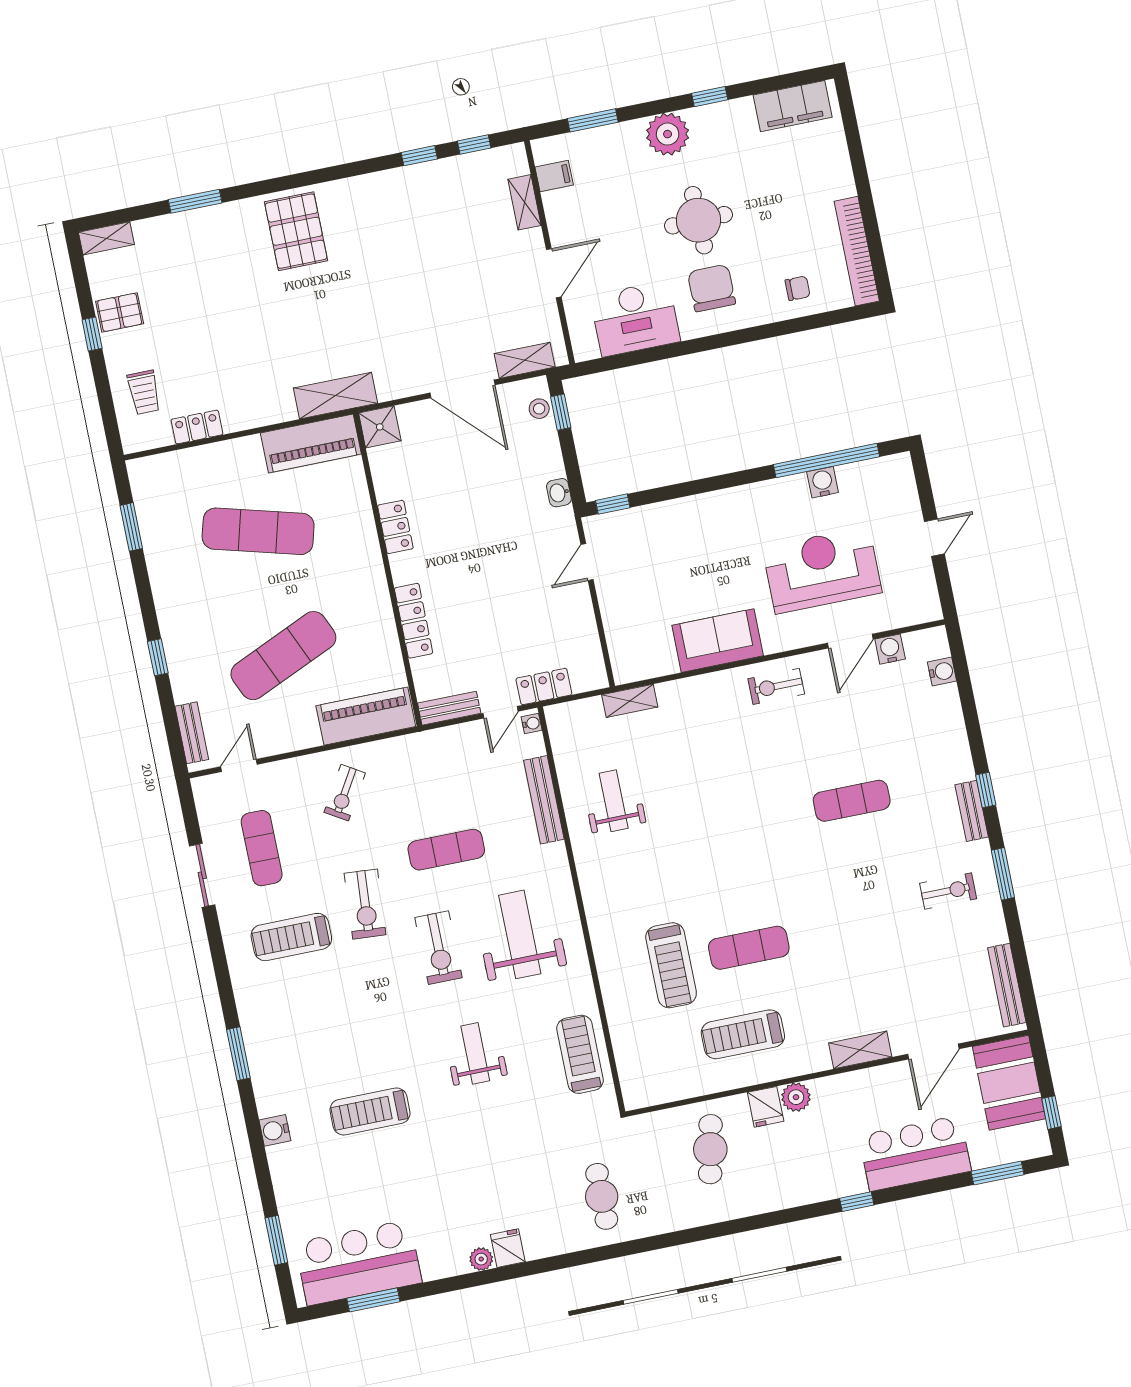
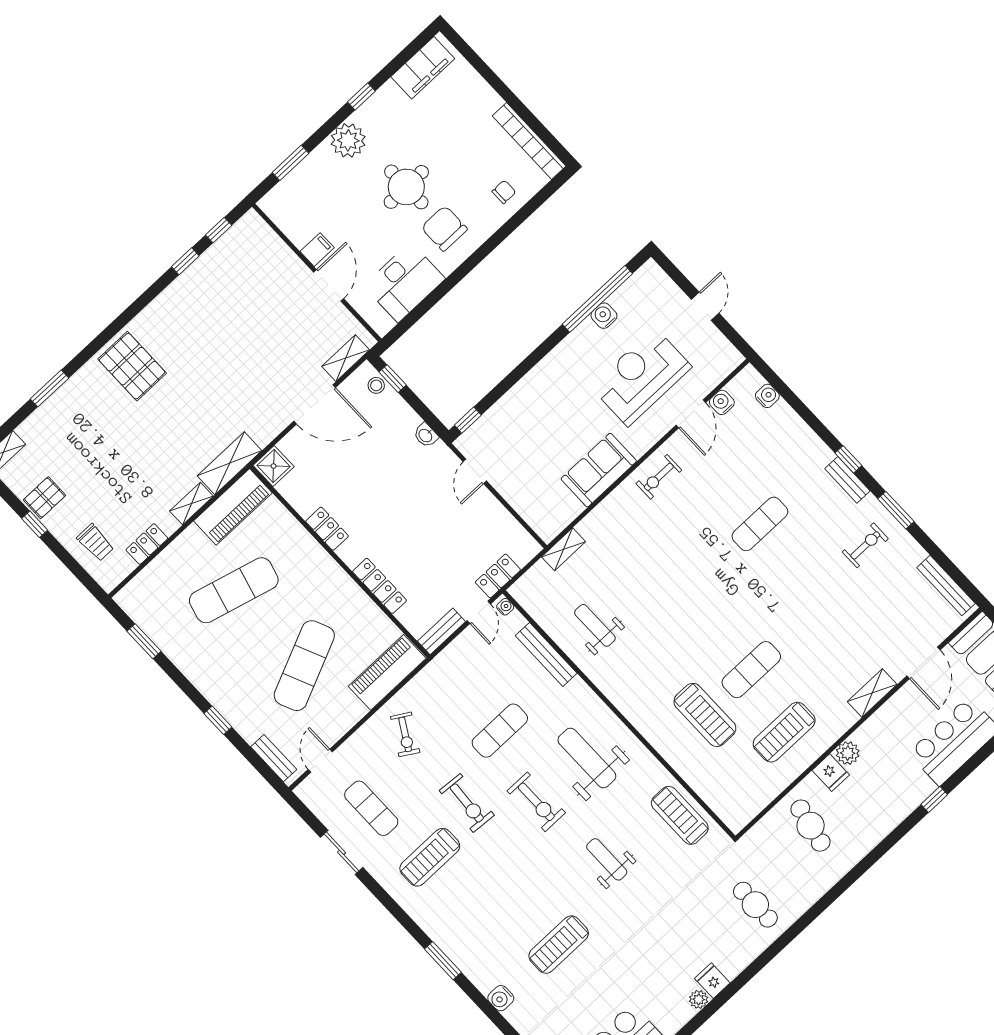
filing cabinet: (554, 176) -> (317, 250), moved
shelving: (525, 202) -> (191, 504), moved, turned 90

